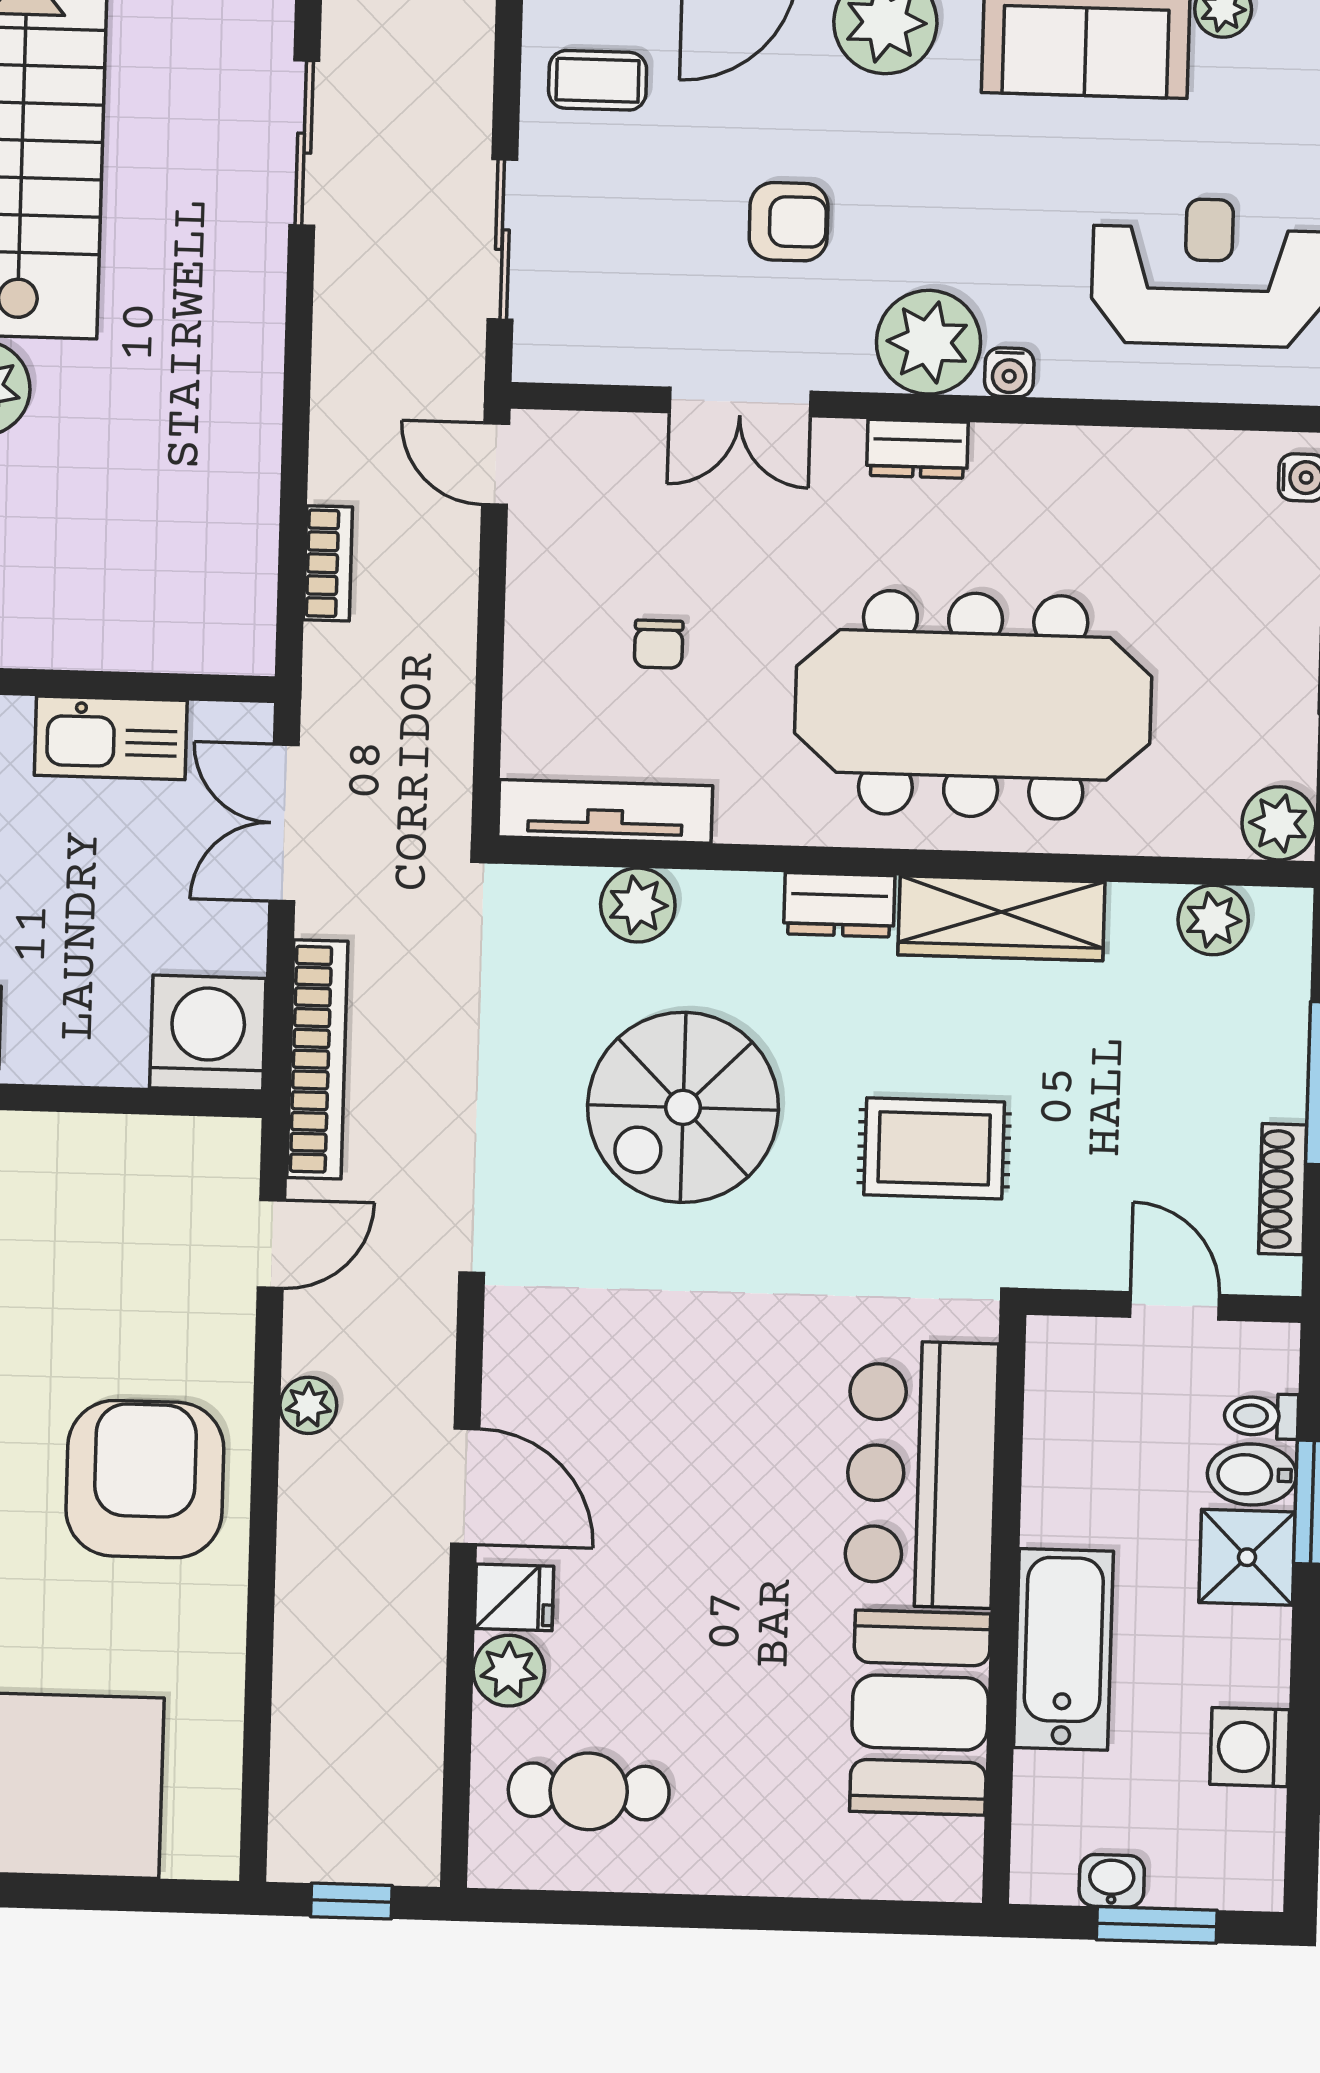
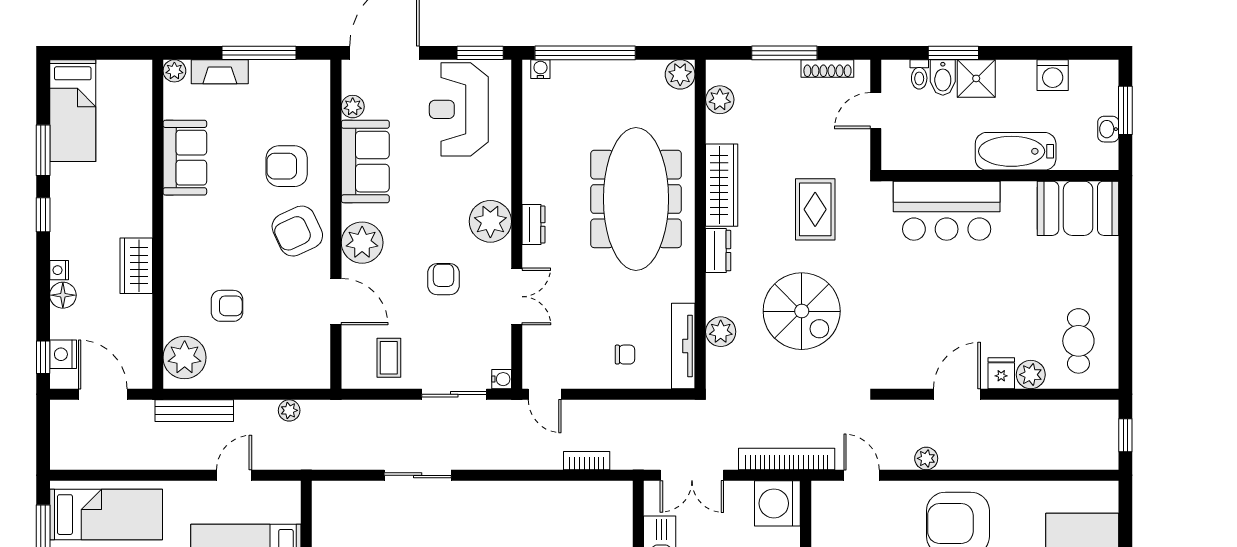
water cooler: (1009, 372) -> (502, 379), moved
door: (496, 464) -> (545, 394), hinge flipped
chair: (659, 644) -> (625, 355), moved
booth: (920, 1713) -> (1078, 208), moved

